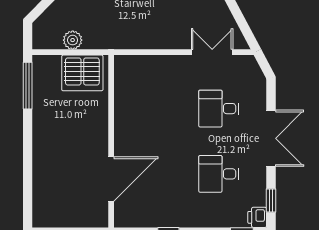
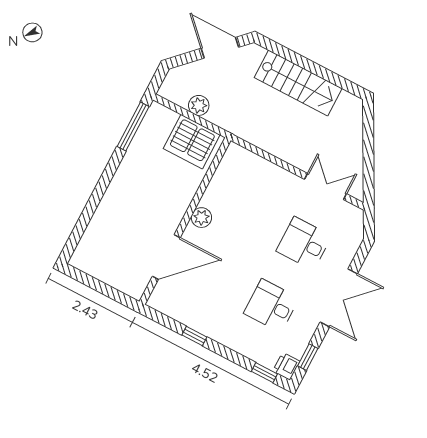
plant: (123, 131) -> (201, 218), added

